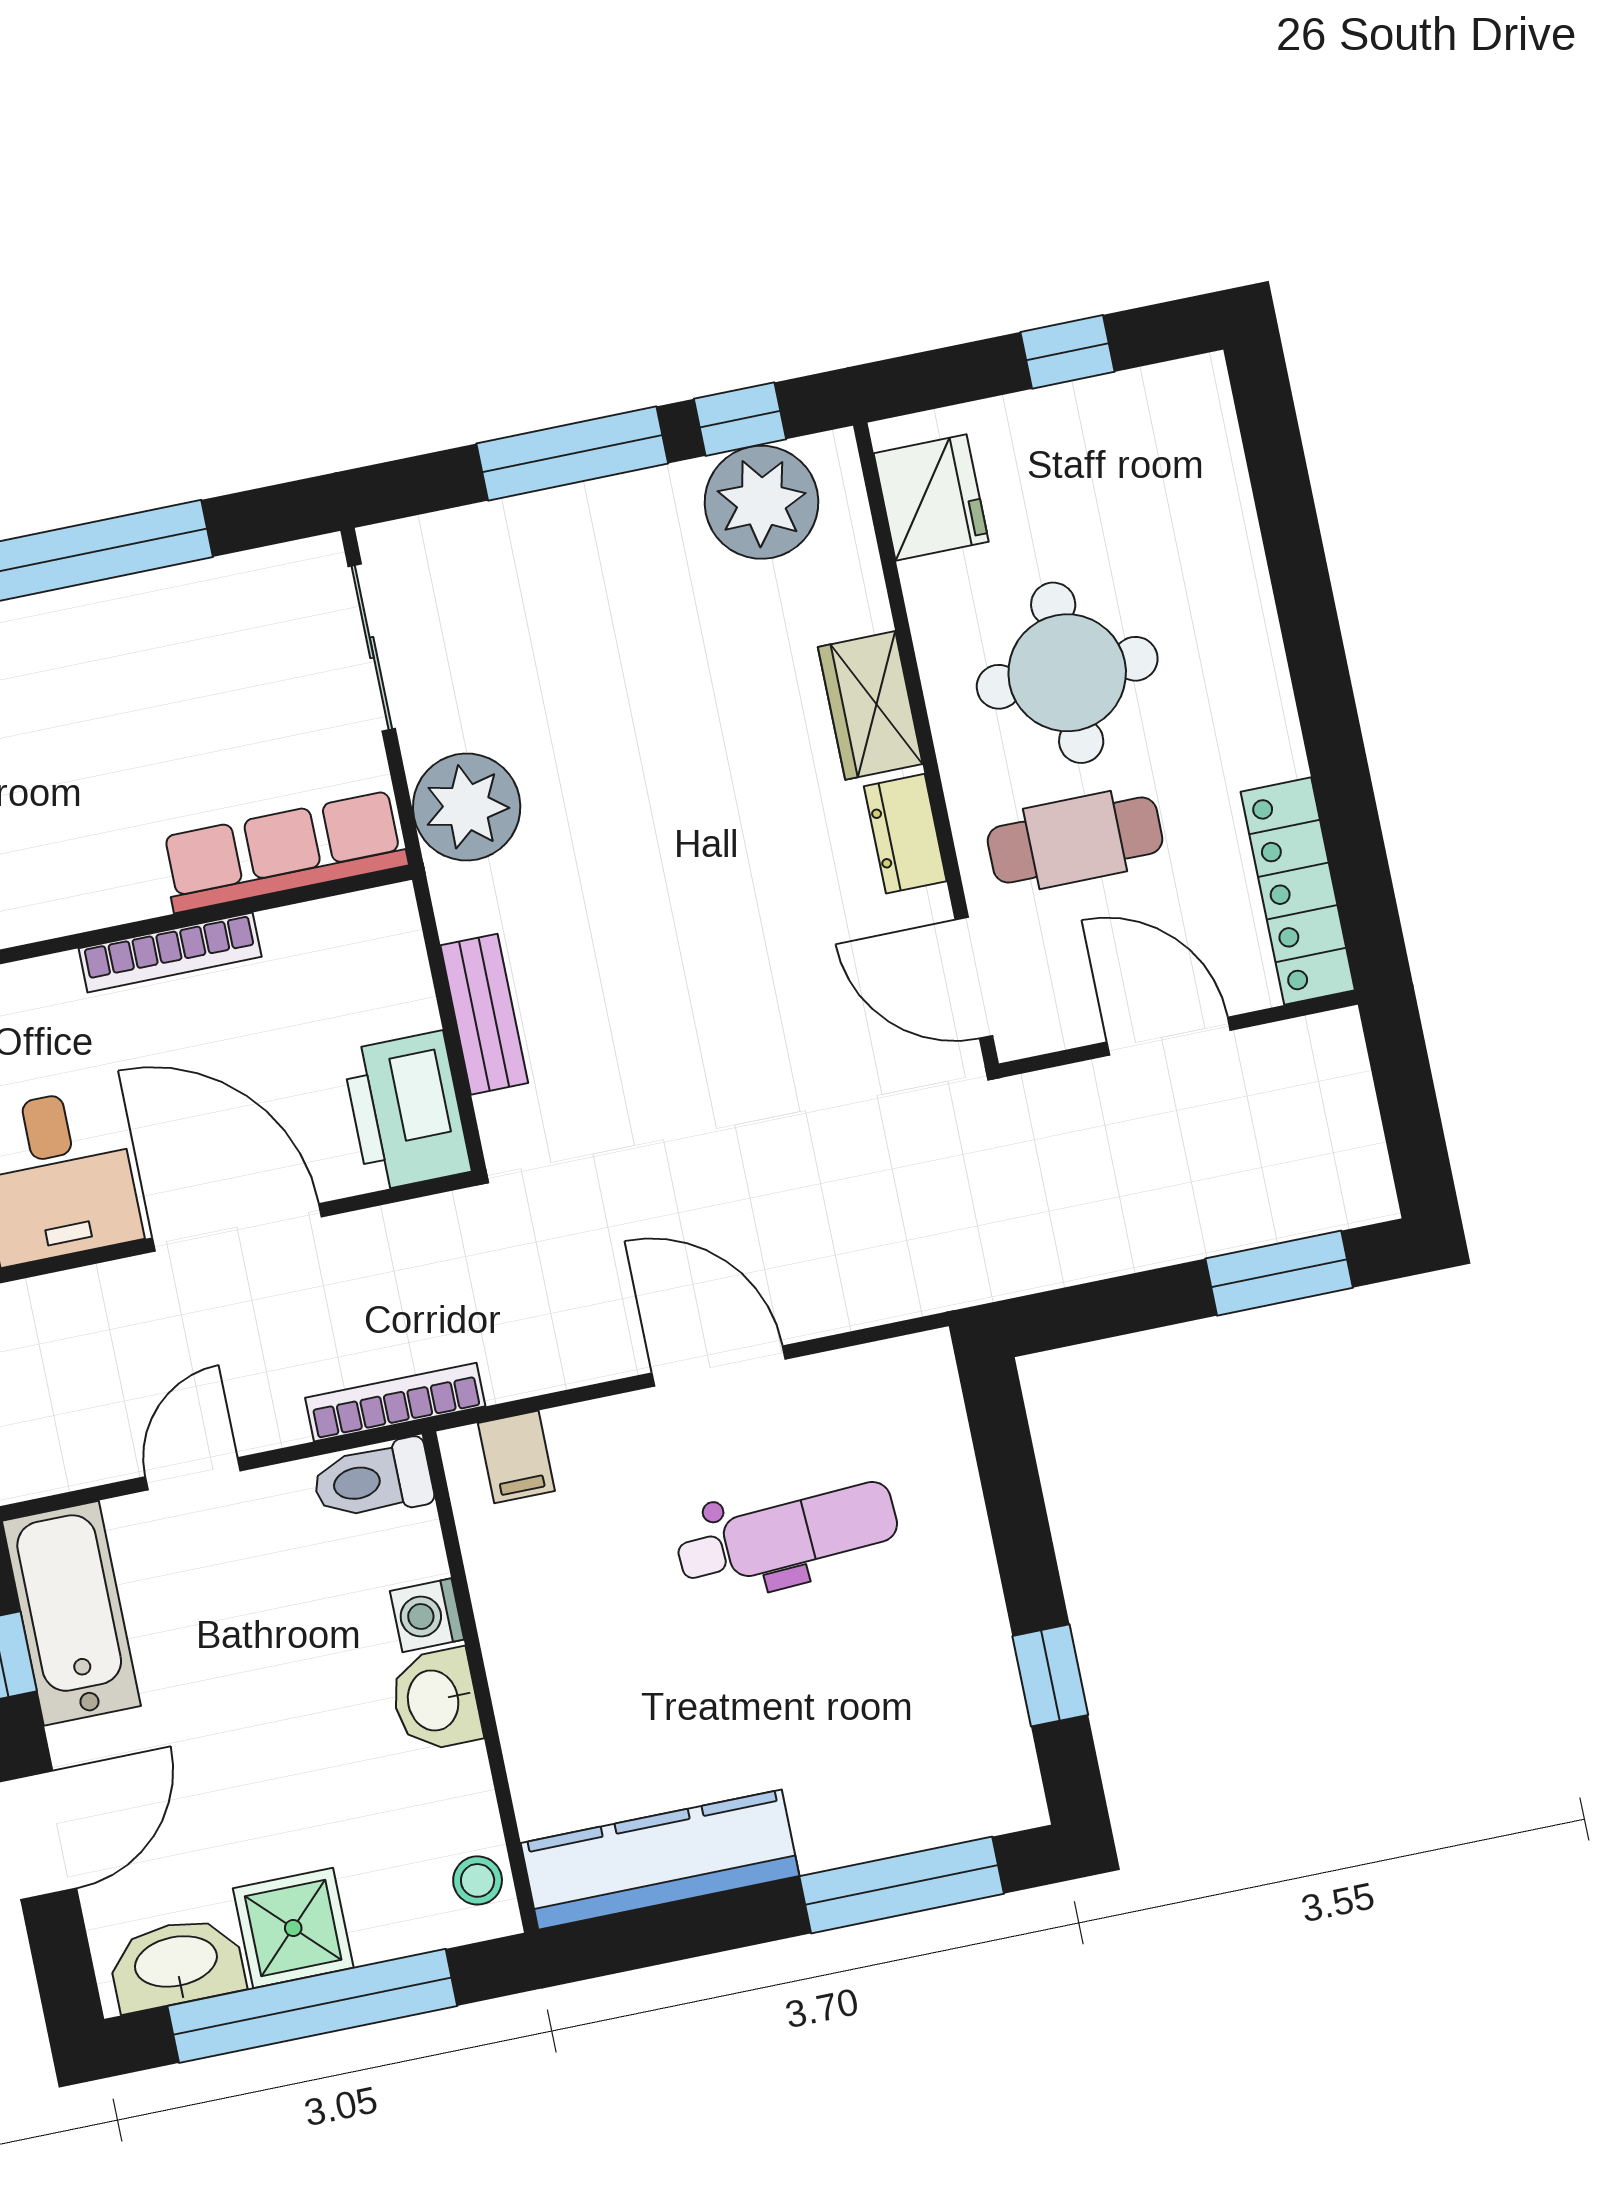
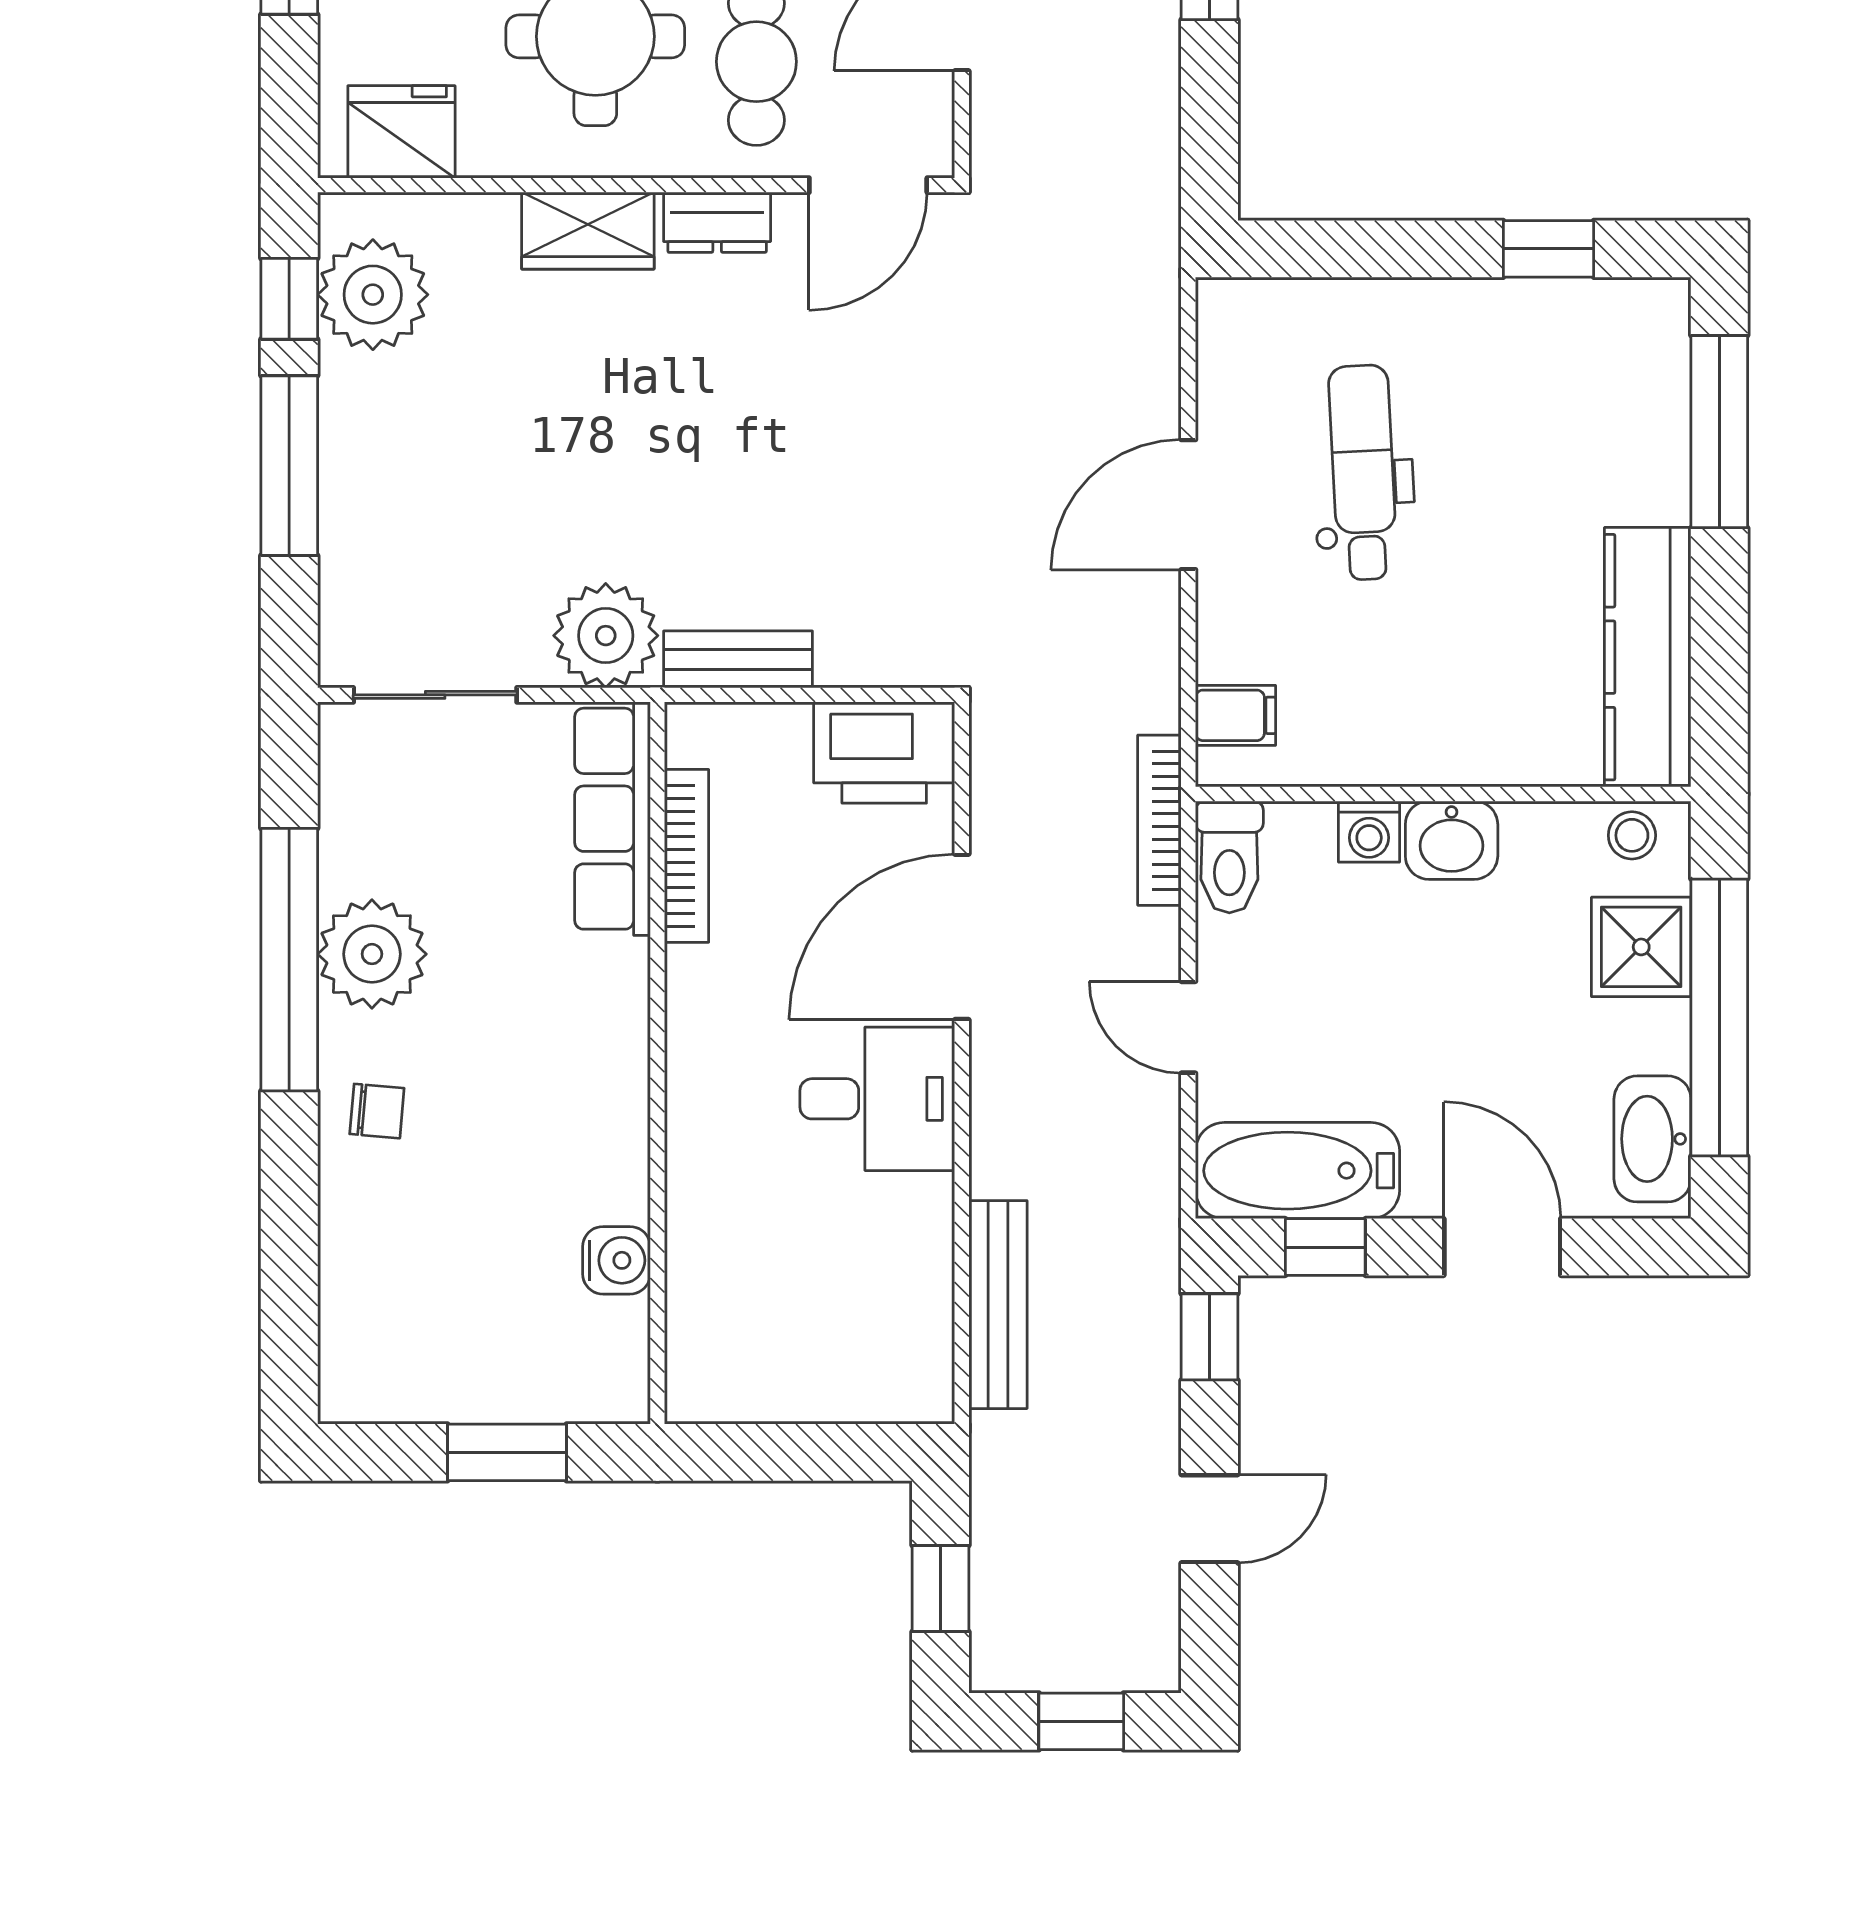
plant: (98, 638) -> (372, 954), added
bookcase: (170, 953) -> (687, 856), moved
bench: (484, 1014) -> (738, 659), moved
shower: (293, 1928) -> (1641, 947), moved

